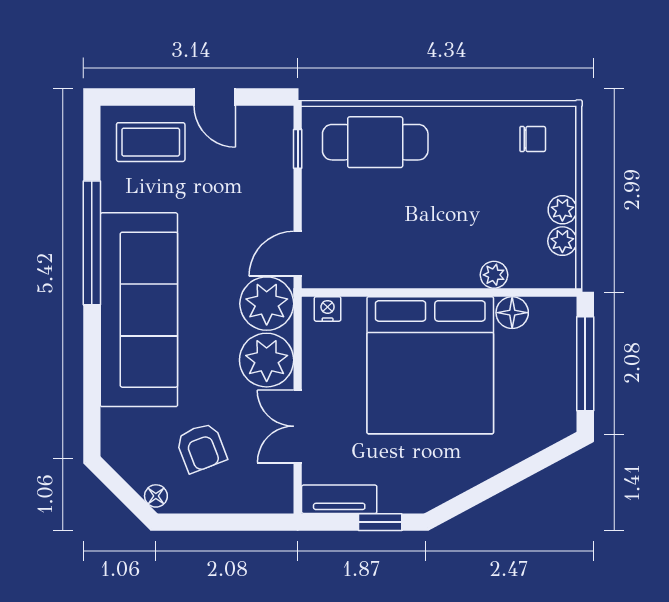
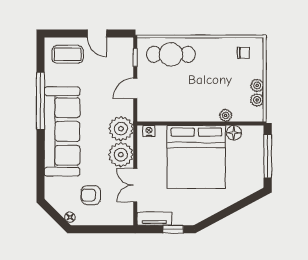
door: (298, 254) -> (135, 89), moved
armchair: (201, 448) -> (91, 195), turned 111

